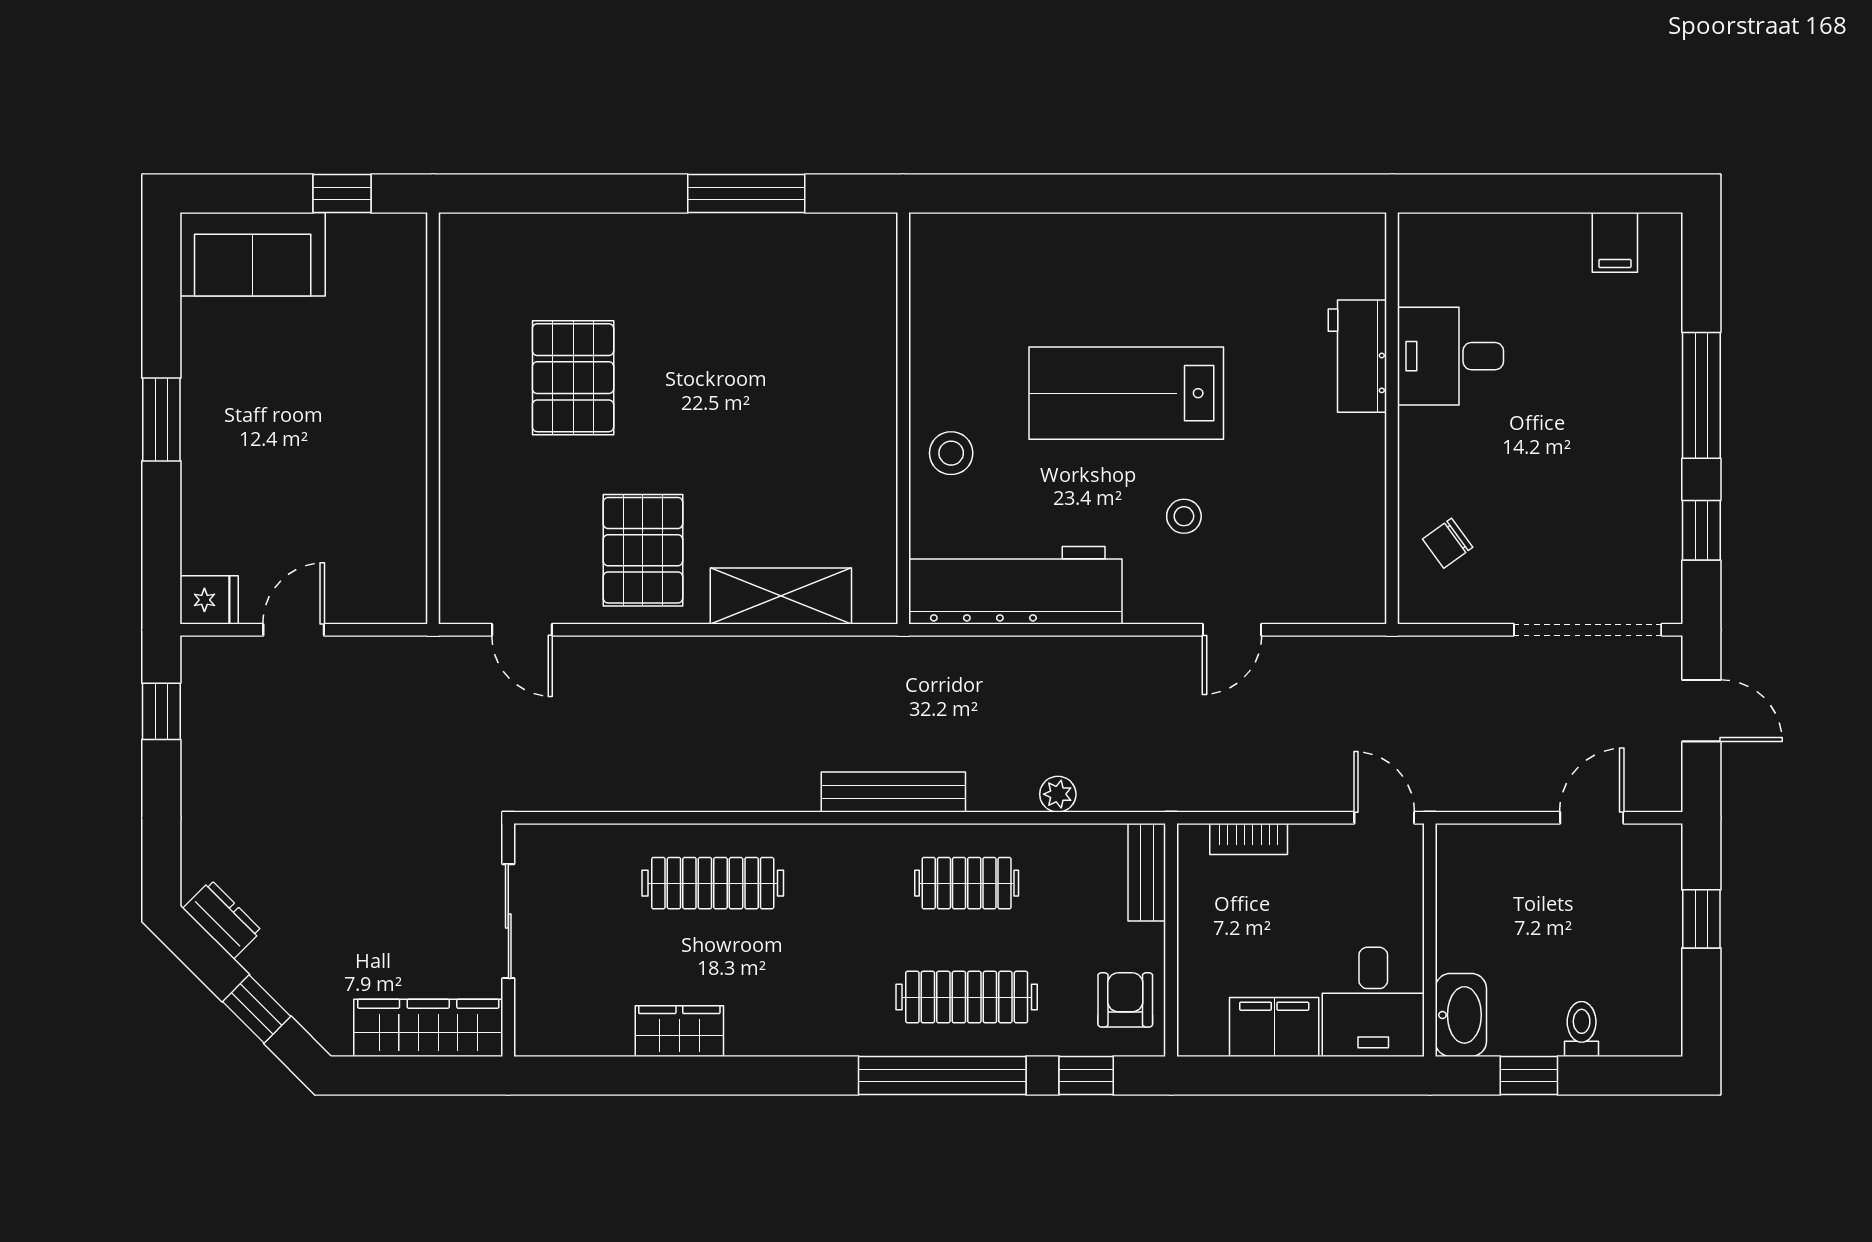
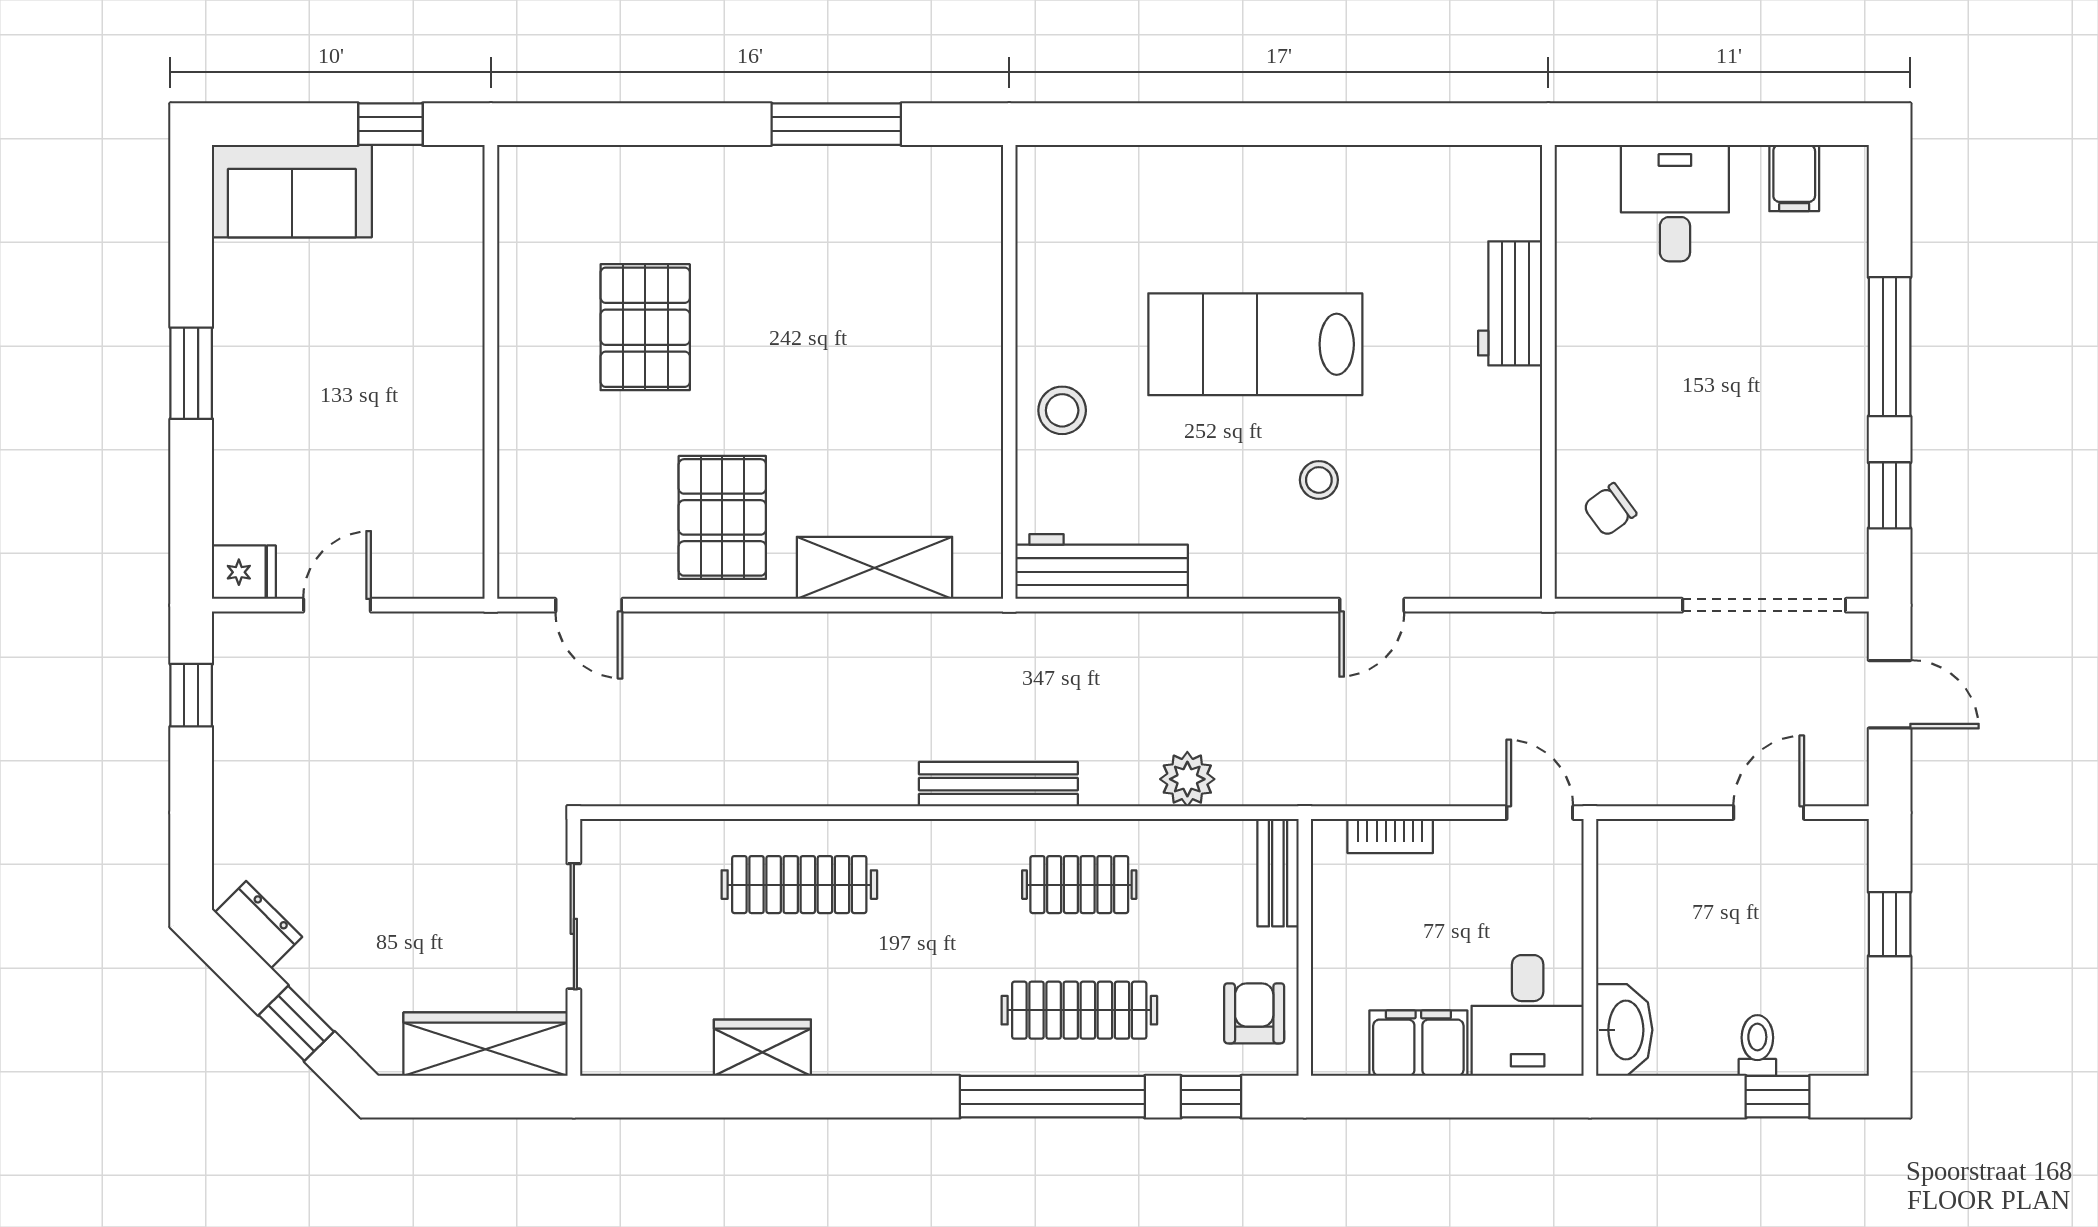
desk: (1451, 356) -> (1675, 203), moved, turned 90
workbench: (1015, 585) -> (1102, 567), width x0.73, depth x0.76
plant: (1058, 794) -> (1187, 779), width x1.38, depth x1.38
window: (1529, 1075) -> (1778, 1097), moved

